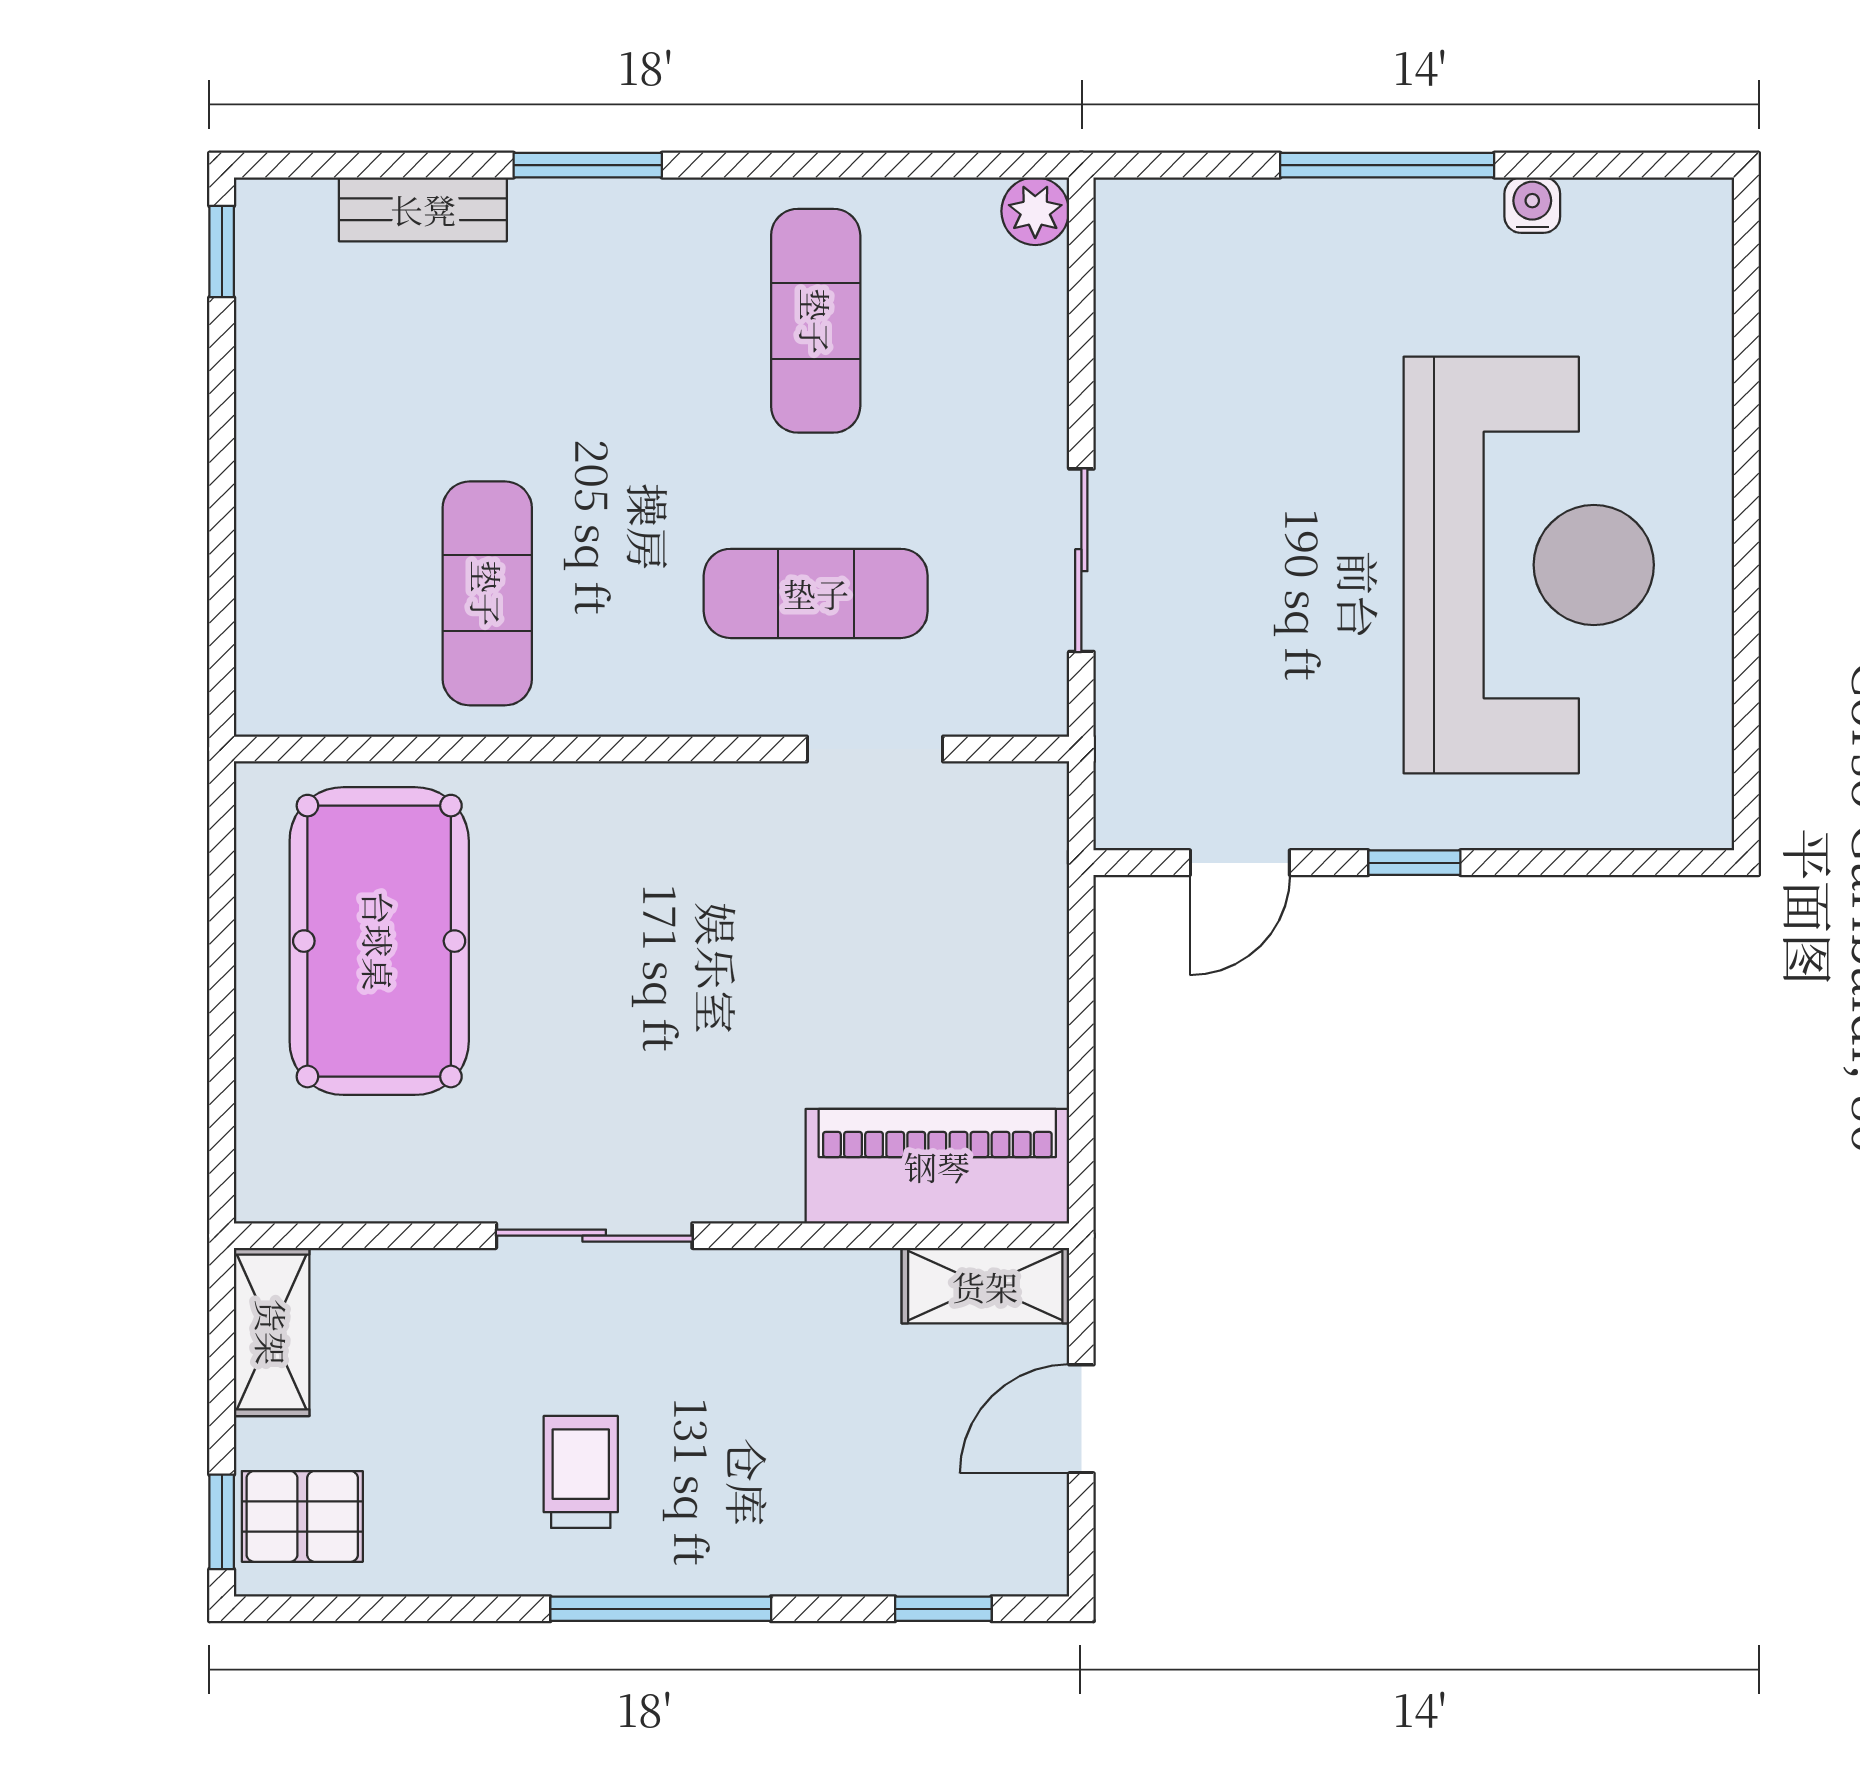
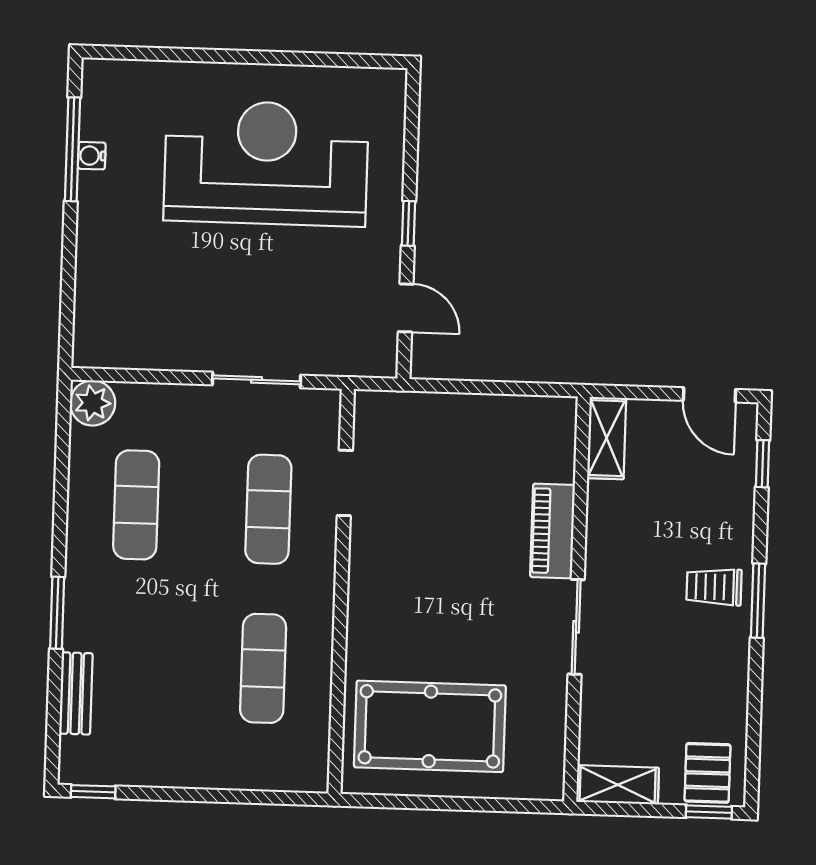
window: (1387, 165) -> (72, 149), moved
plant: (1035, 211) -> (93, 403), width x1.38, depth x1.38
exercise mat: (816, 321) -> (136, 505), turned 90
exercise mat: (487, 593) -> (263, 668), turned 90
piano: (937, 1166) -> (552, 531), moved, width x0.73, depth x0.75
door: (1081, 1419) -> (709, 395), moved
trolley: (581, 1472) -> (714, 587), moved
window: (661, 1609) -> (758, 601), width x0.69

